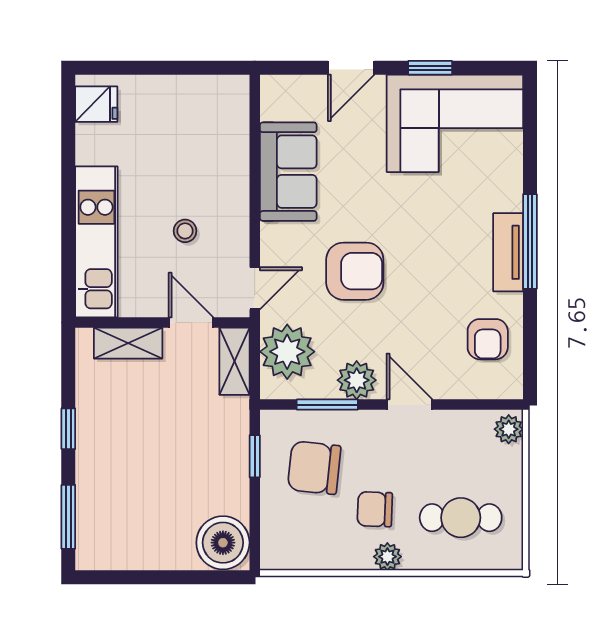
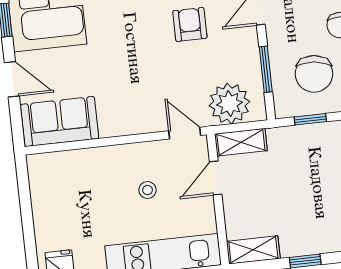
sofa: (288, 172) -> (60, 122), moved
armchair: (355, 271) -> (190, 24), moved, width x0.72, depth x0.72
shelving: (128, 343) -> (253, 250), moved, turned 90
plant: (357, 380) -> (245, 49), removed

